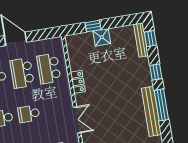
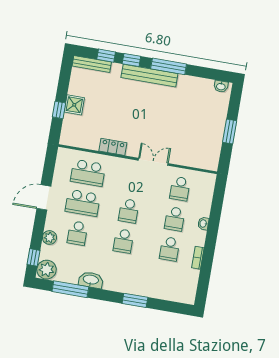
window: (150, 39) -> (106, 56), moved
bench: (151, 111) -> (149, 76), moved

